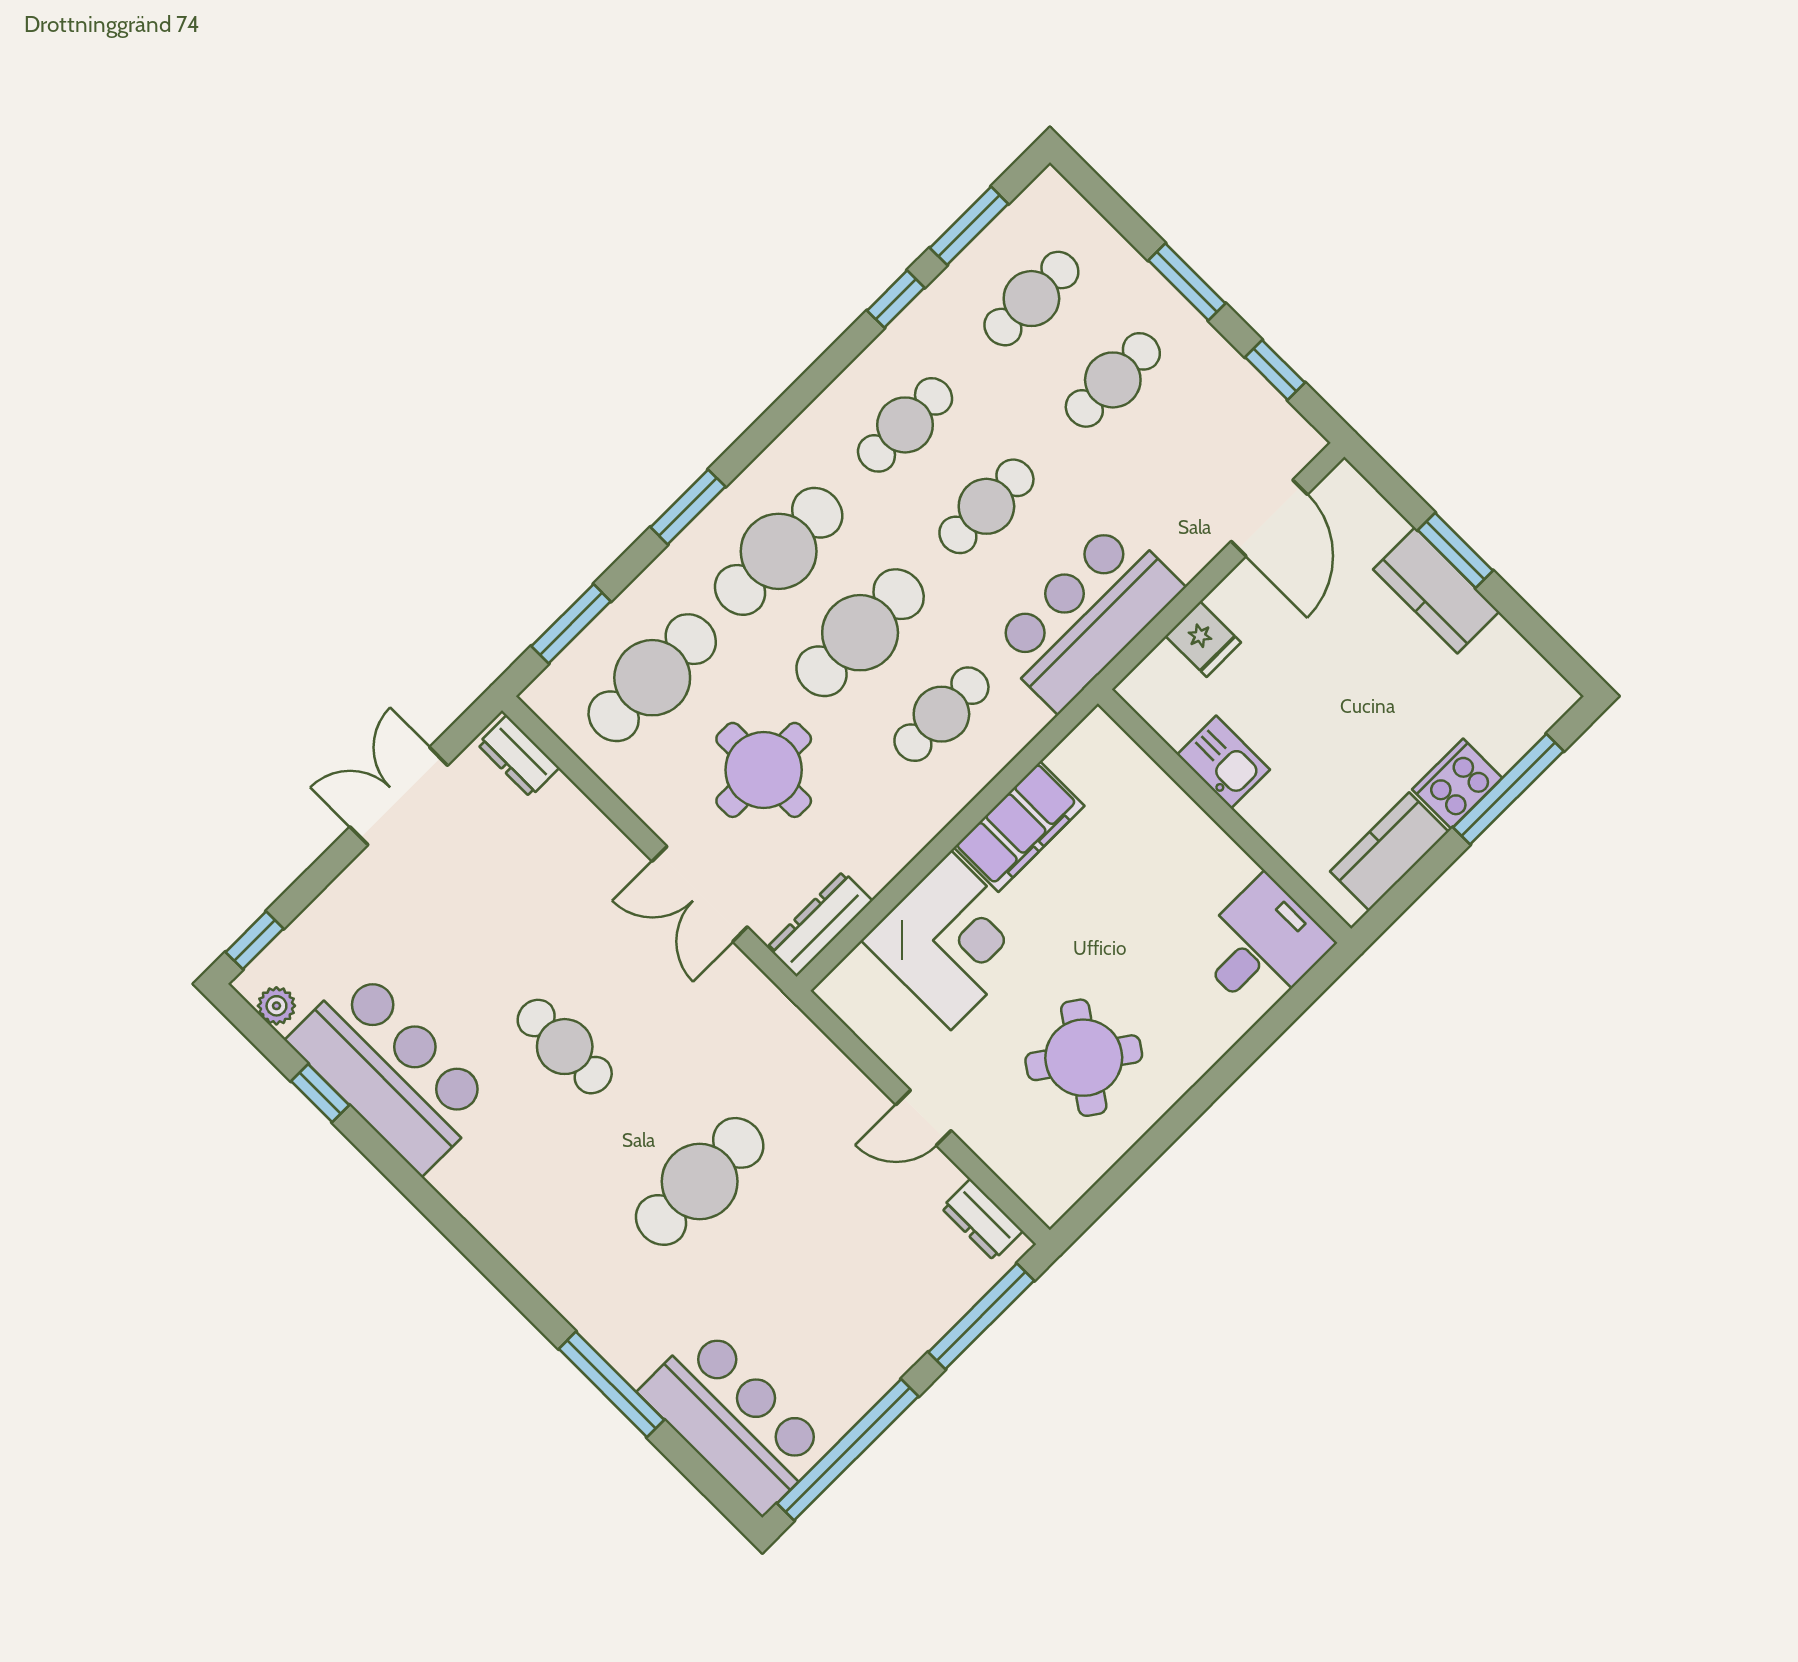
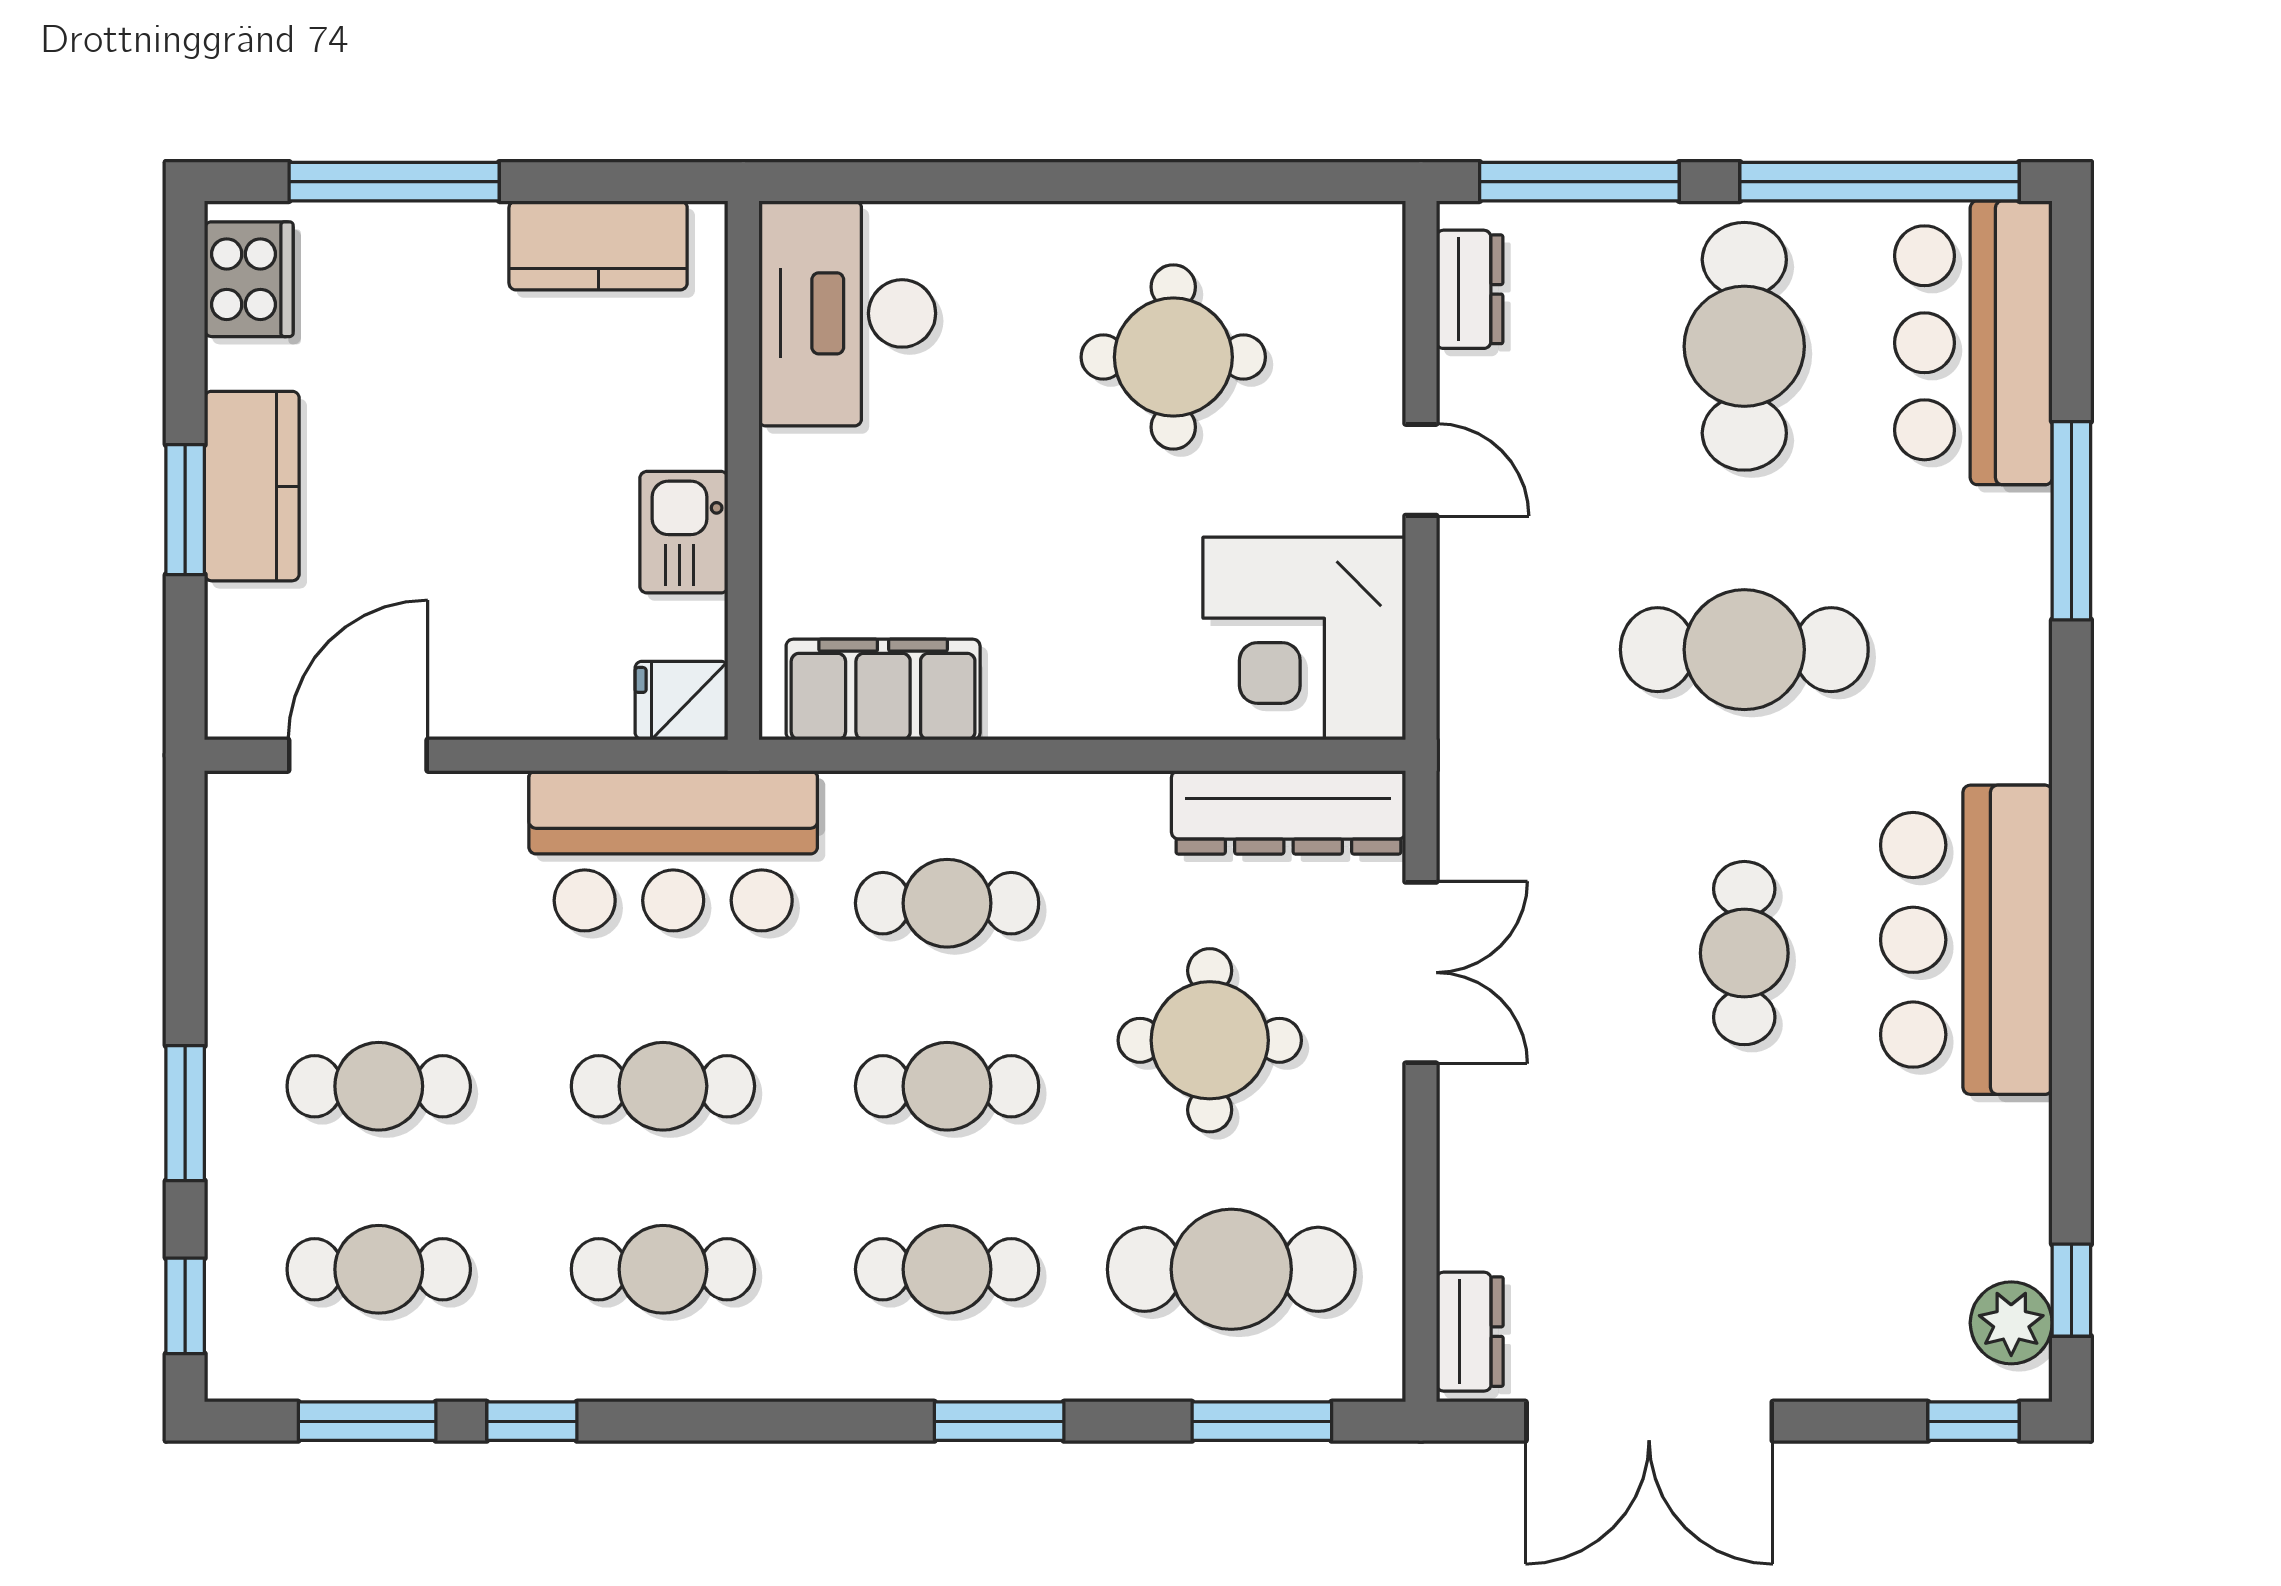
window: (1275, 370) -> (185, 1306), moved
cafe table: (779, 551) -> (947, 1269), width x0.73, depth x0.74
cafe table: (860, 633) -> (947, 1086), width x0.73, depth x0.74
fridge: (1203, 639) -> (682, 700), moved, turned -90
cooker: (1457, 784) -> (249, 279), moved, turned -90
double door: (399, 796) -> (1649, 1421), width x1.37
filing cabinet: (1019, 827) -> (883, 689), moved
dresser: (820, 924) -> (1288, 812), width x1.37, depth x1.24
corner desk: (951, 940) -> (1304, 638), moved, turned -90
desk: (1262, 946) -> (847, 313), width x1.37
plant: (276, 1006) -> (2011, 1323), width x1.38, depth x1.38
round table: (1084, 1058) -> (1173, 357), turned -35
bar counter: (391, 1071) -> (1966, 940), moved
window: (320, 1093) -> (2071, 1290), moved
cafe table: (835, 1316) -> (1744, 346), added

